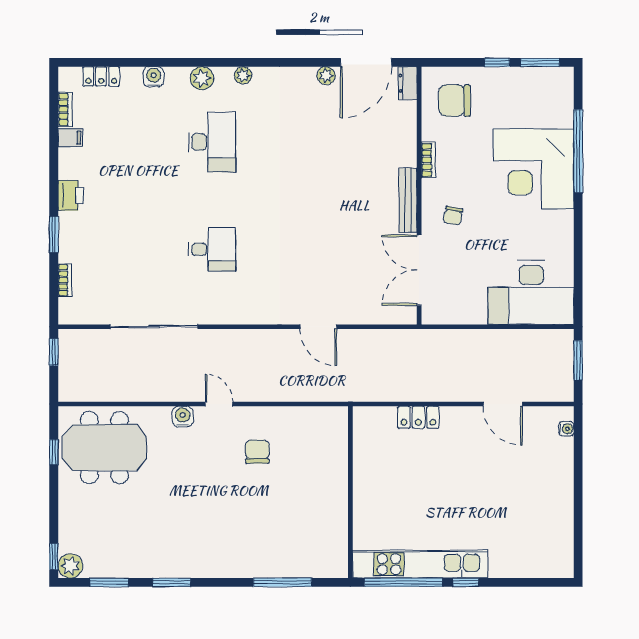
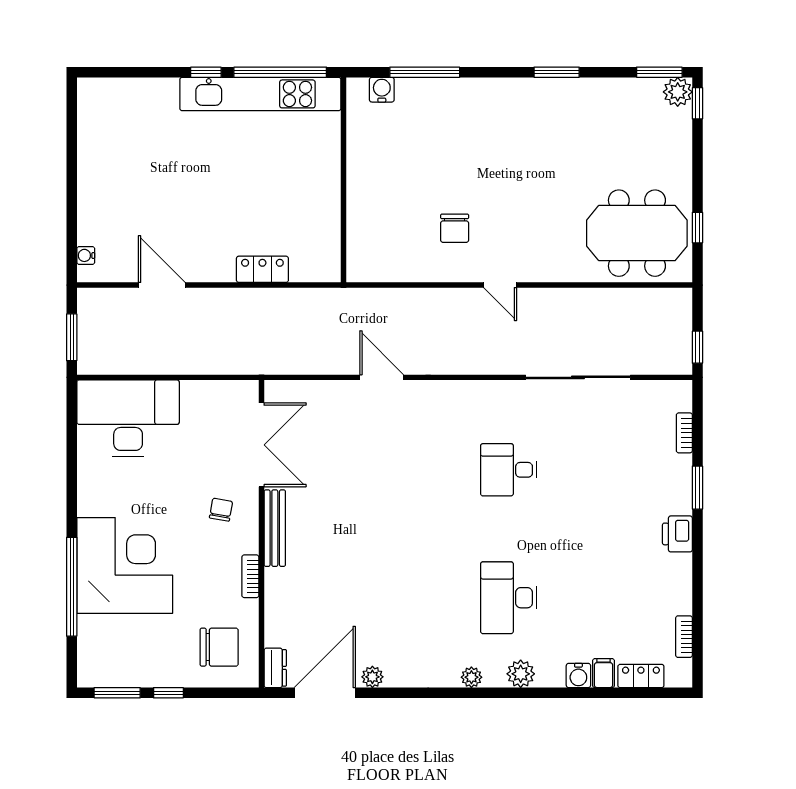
filing cabinet: (70, 138) -> (604, 673), moved, turned 90
water cooler: (183, 417) -> (382, 90), moved, turned 180
window: (109, 582) -> (659, 72), moved

